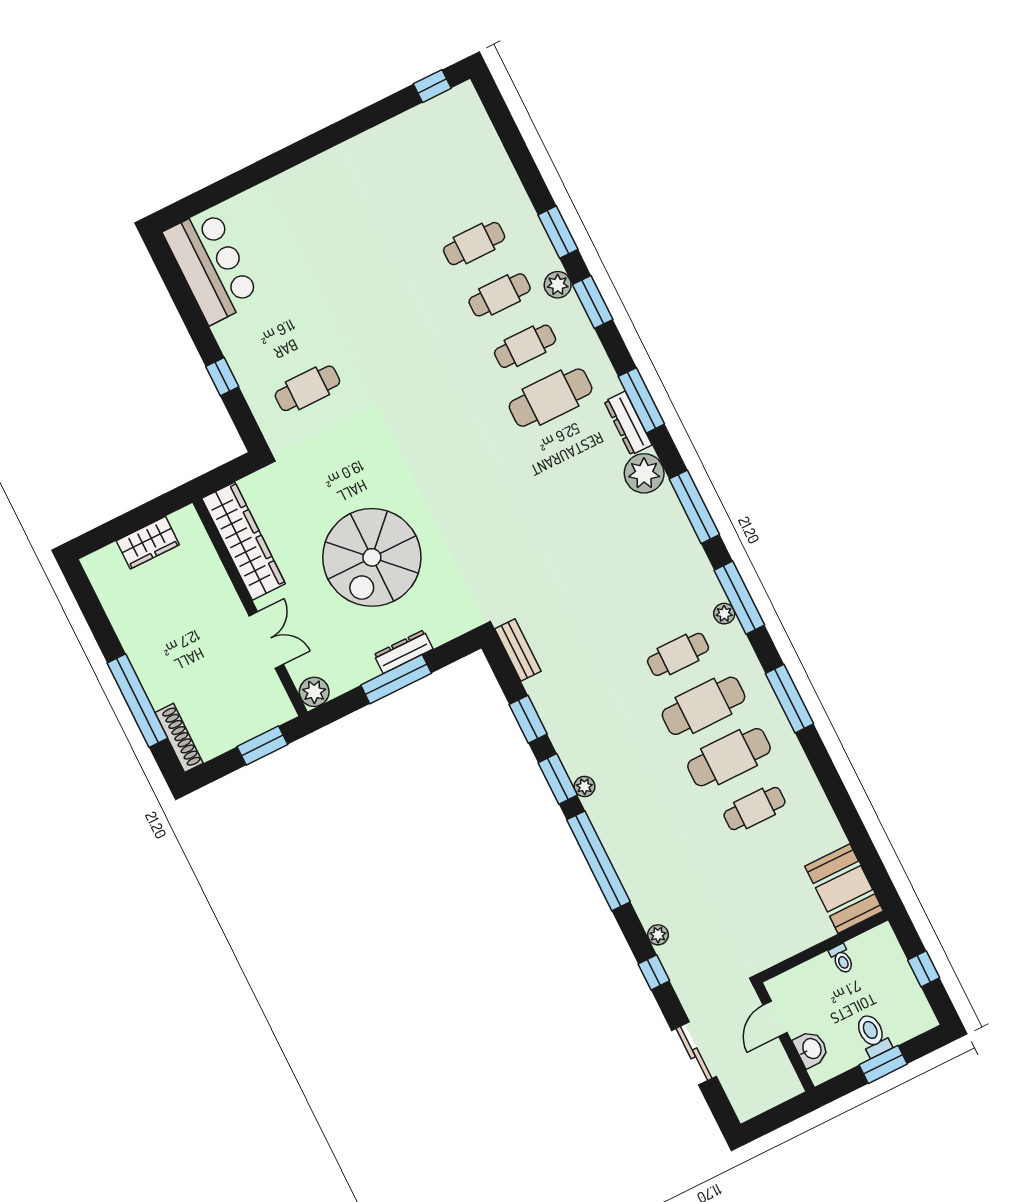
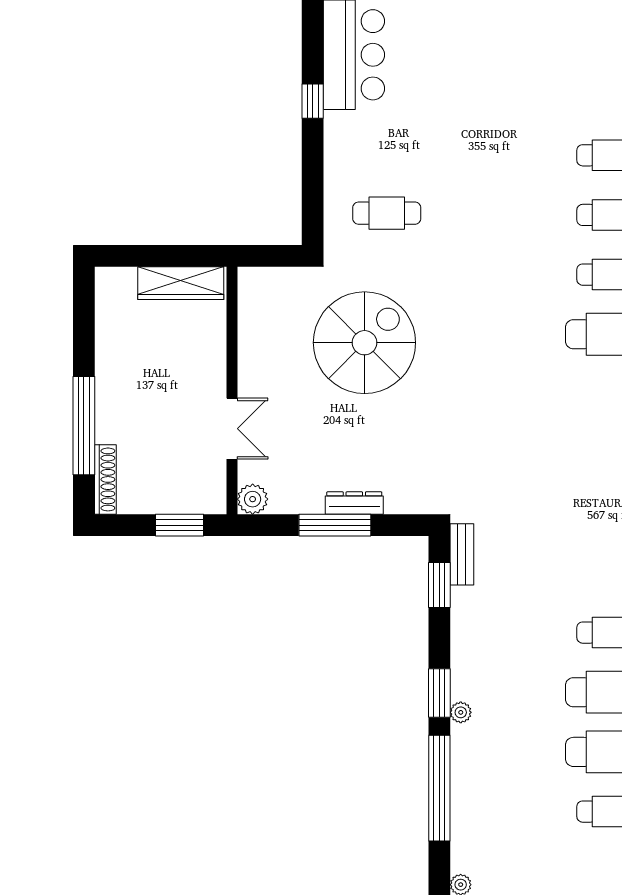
window: (222, 377) -> (313, 101), moved
wardrobe: (244, 541) -> (257, 326), removed
wardrobe: (148, 543) -> (181, 283), width x1.50
spiral stairs: (372, 557) -> (364, 343), moved, turned 180
window: (528, 719) -> (439, 585), moved

